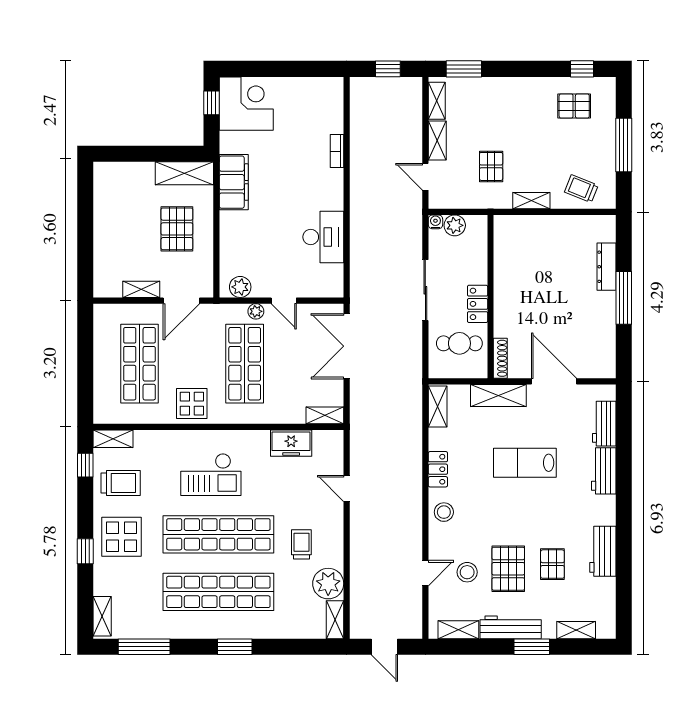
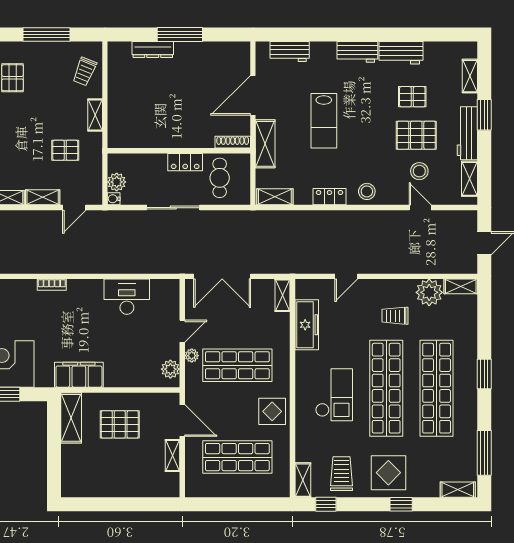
freezer: (291, 443) -> (307, 325), width x1.40
workbench: (604, 471) -> (357, 52), moved

